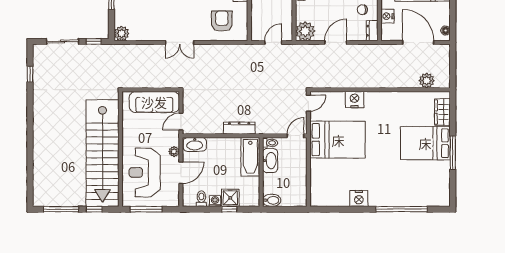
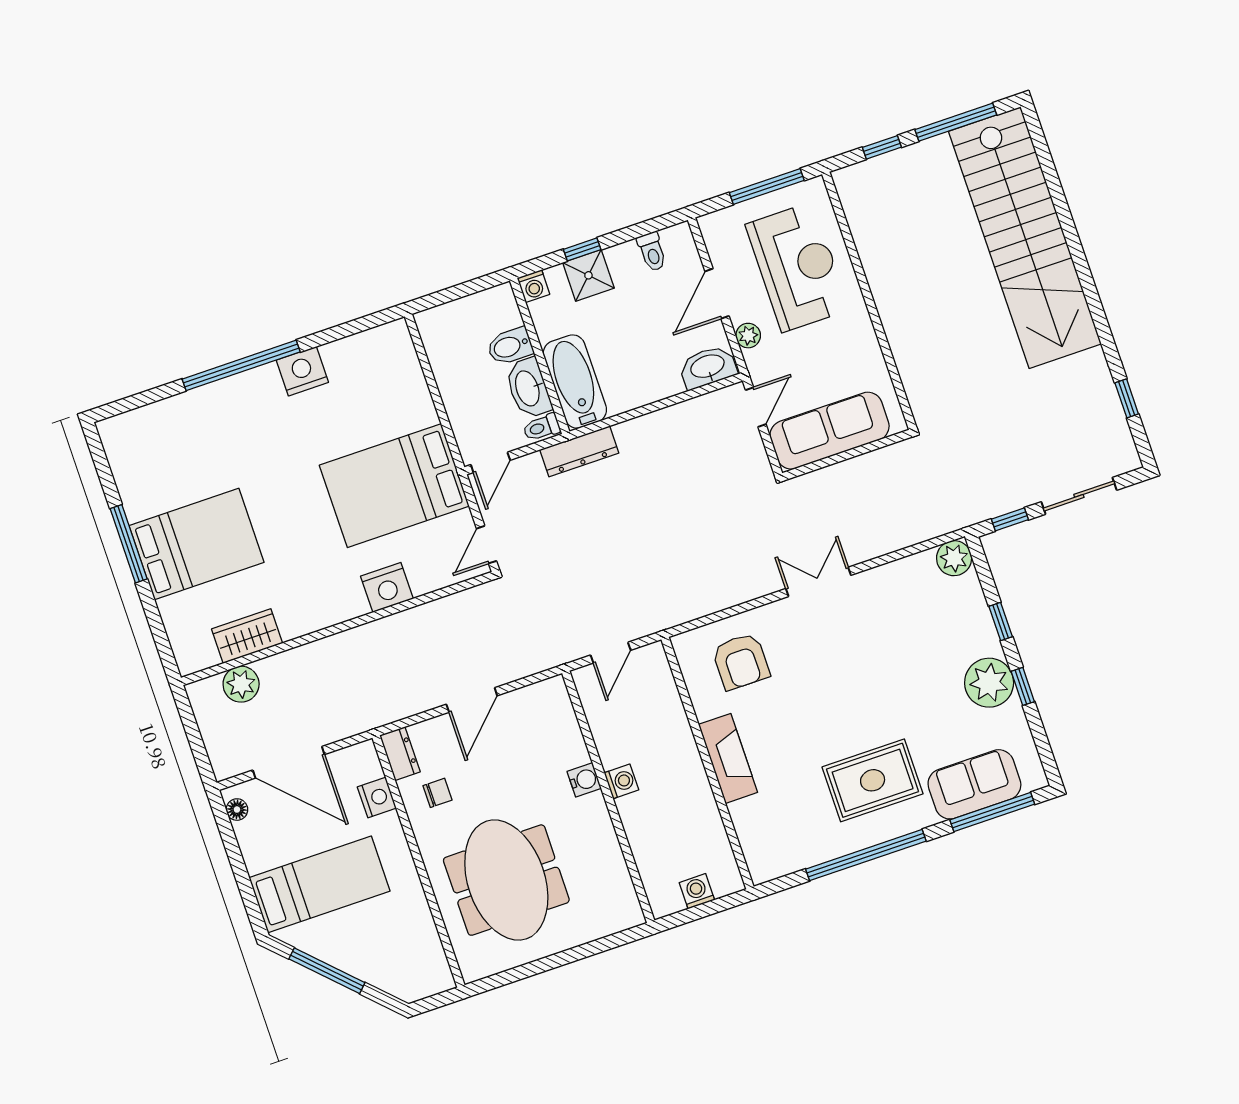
plant: (305, 31) -> (548, 702), removed
wardrobe: (442, 112) -> (247, 636), moved, turned -90
dresser: (239, 128) -> (579, 451), moved
stairs: (102, 153) -> (1025, 238), moved, turned 180
bidet: (272, 200) -> (510, 346), moved
washing machine: (215, 201) -> (533, 286), moved
window: (402, 209) -> (241, 365), moved

